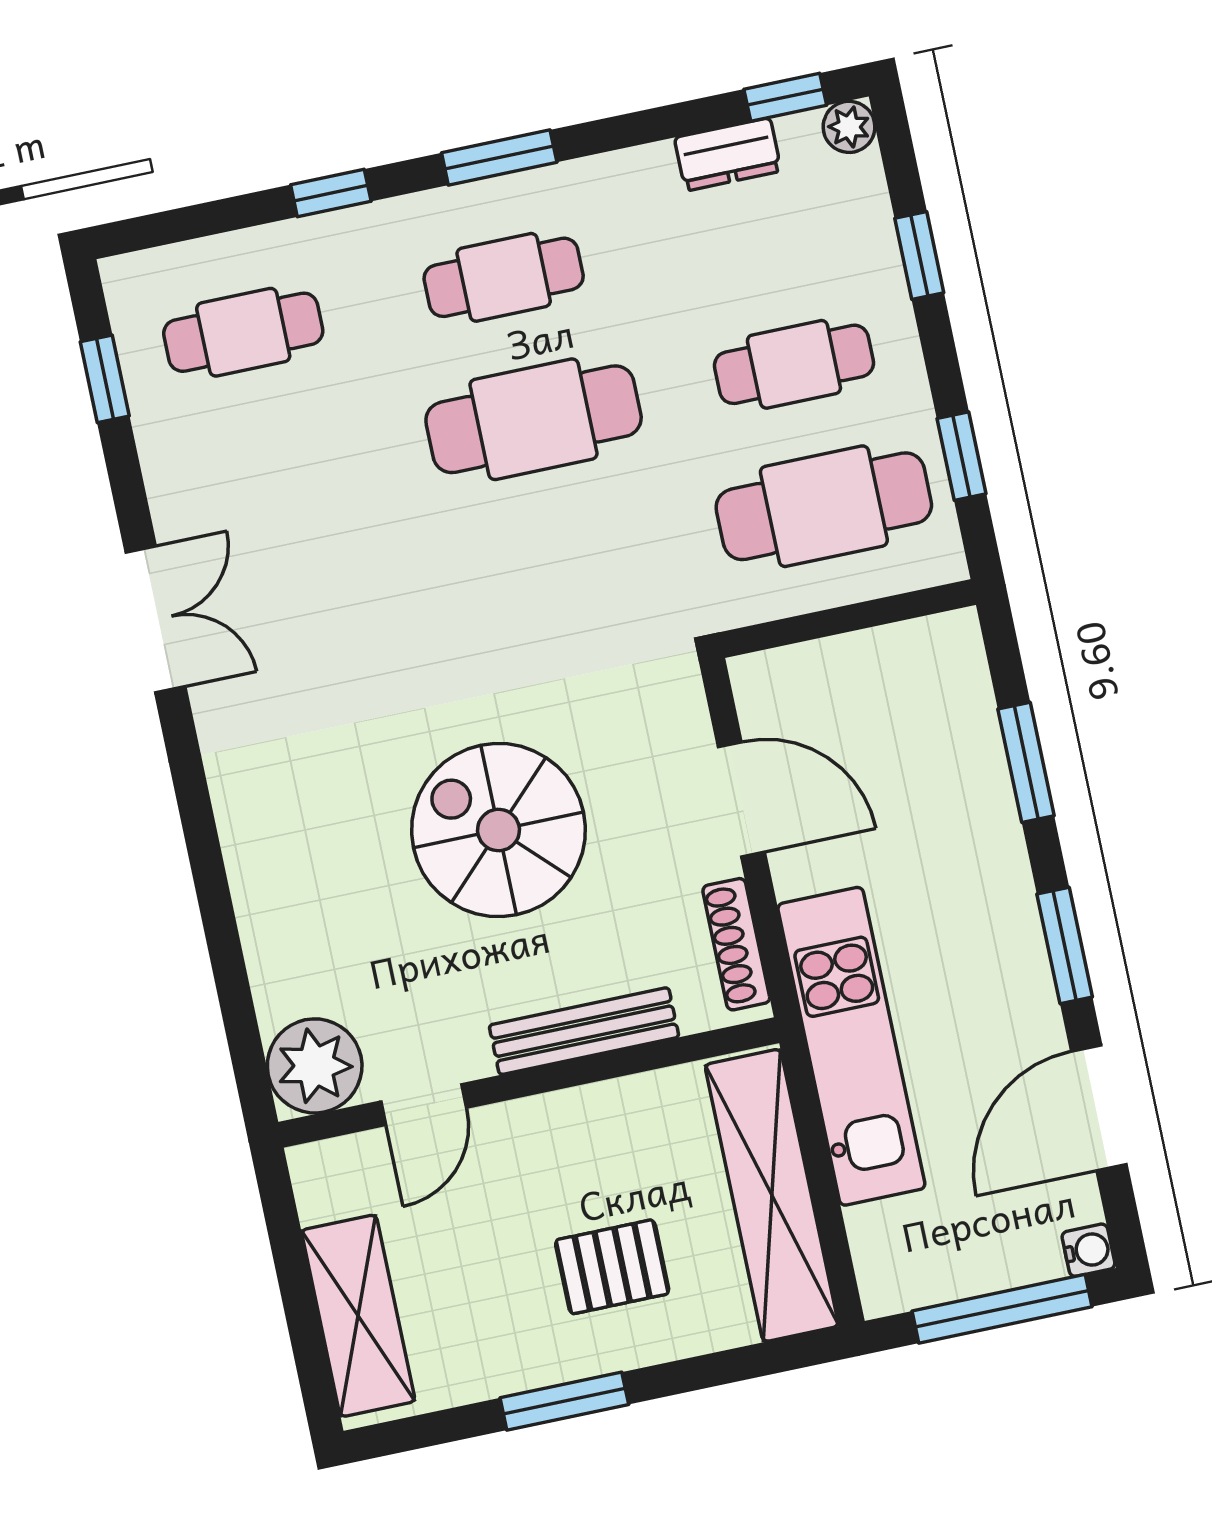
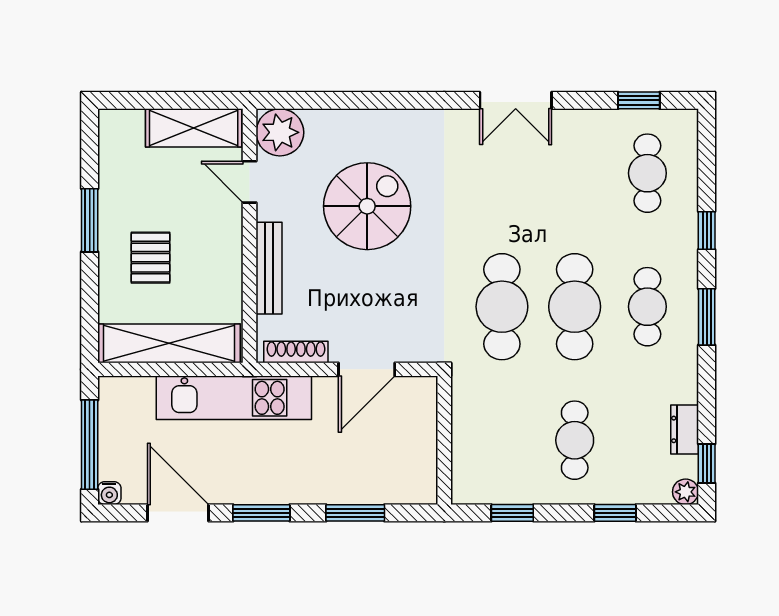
cafe table: (824, 506) -> (502, 307), moved
spiral stairs: (498, 830) -> (367, 206), moved
shelving: (358, 1316) -> (194, 128), moved

